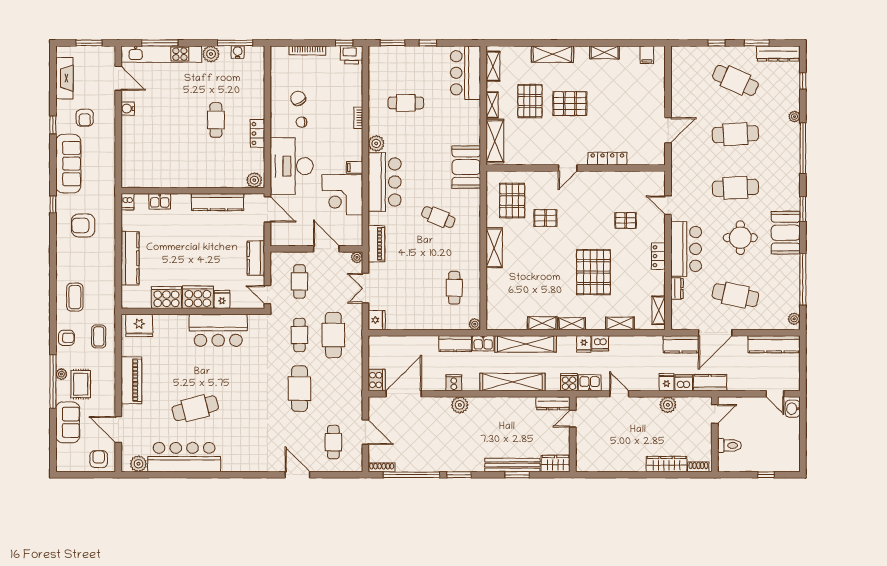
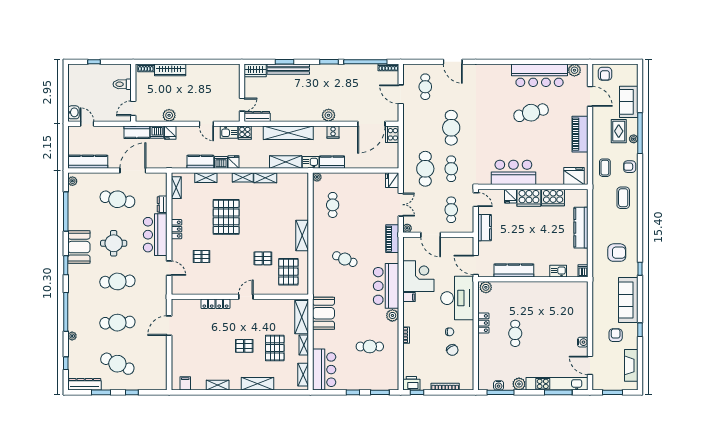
pallet: (570, 104) -> (244, 346), width x0.67, depth x0.71
booth: (466, 167) -> (323, 313), moved
shelving: (526, 344) -> (286, 162), width x0.68
kitchen counter: (681, 344) -> (200, 162), moved

